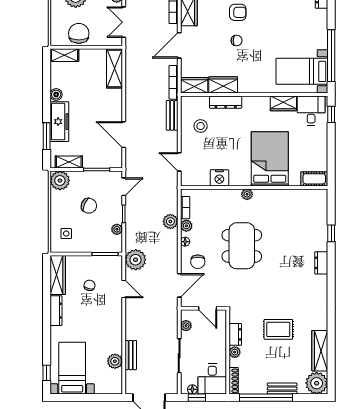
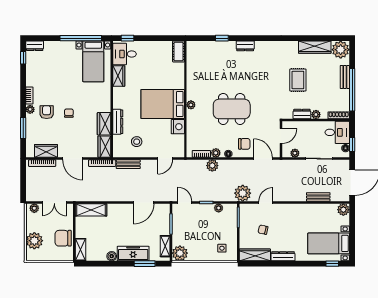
bed: (270, 159) -> (163, 104), moved
chair: (89, 206) -> (200, 230), removed
plant: (115, 361) -> (343, 210), moved

